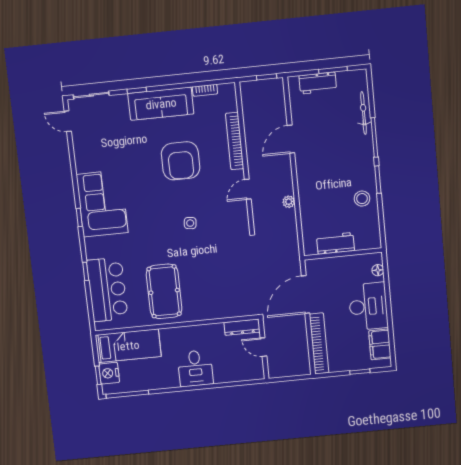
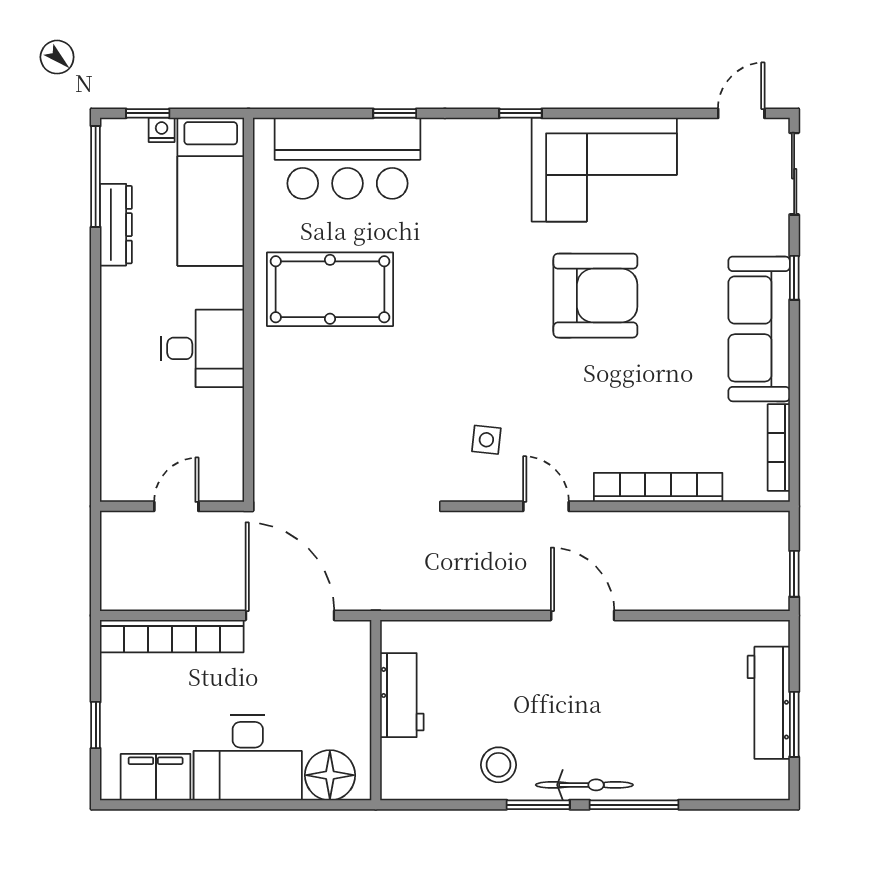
workbench: (318, 83) -> (769, 703), width x1.38
bookcase: (205, 90) -> (779, 447), width x1.56
bicycle: (364, 113) -> (584, 785), moved
door: (291, 139) -> (583, 615), moved
armchair: (181, 161) -> (595, 296), moved, turned 180
plant: (289, 202) -> (508, 597), removed
corner sofa: (102, 204) -> (604, 170), moved
side table: (190, 223) -> (486, 440), moved
floor lamp: (378, 270) -> (330, 775), width x1.89, depth x1.89
dresser: (242, 327) -> (116, 225), moved, turned 180
desk: (195, 368) -> (202, 348), moved, turned 180
nightstand: (109, 373) -> (162, 130), width x0.53, depth x0.56

